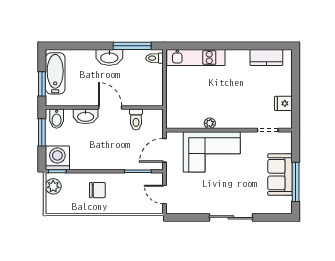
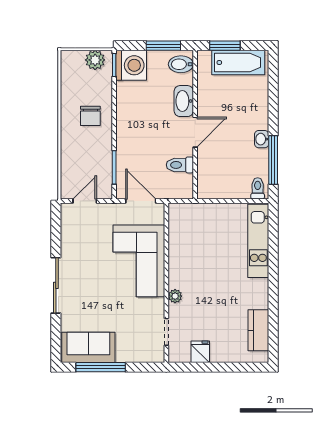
washbasin: (109, 57) -> (262, 139), width x0.52, depth x0.69
plant: (210, 123) -> (175, 296), moved
sofa: (280, 175) -> (88, 347), moved

